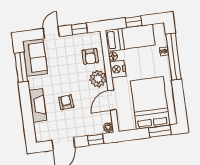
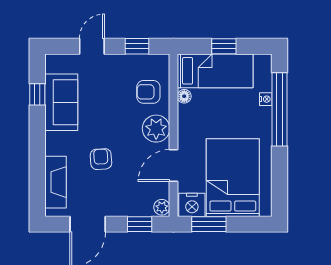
armchair: (90, 56) -> (148, 92), turned 90
sofa: (35, 57) -> (61, 102), moved
window: (21, 67) -> (37, 94), width x0.46
nightstand: (118, 69) -> (192, 205), moved, turned -90
fireplace: (38, 105) -> (55, 182), moved
window: (160, 131) -> (209, 224), moved

